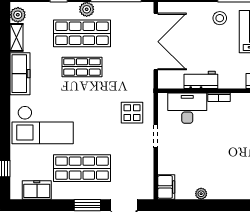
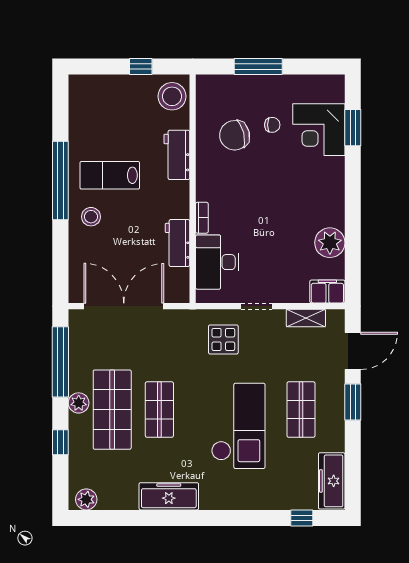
shelving: (17, 37) -> (306, 318), moved
checkout: (43, 125) -> (238, 426), moved
shop shelf: (82, 168) -> (301, 410), width x0.70, depth x0.74
freezer: (37, 190) -> (332, 481), width x1.40
plant: (201, 194) -> (330, 243), width x1.87, depth x1.87

